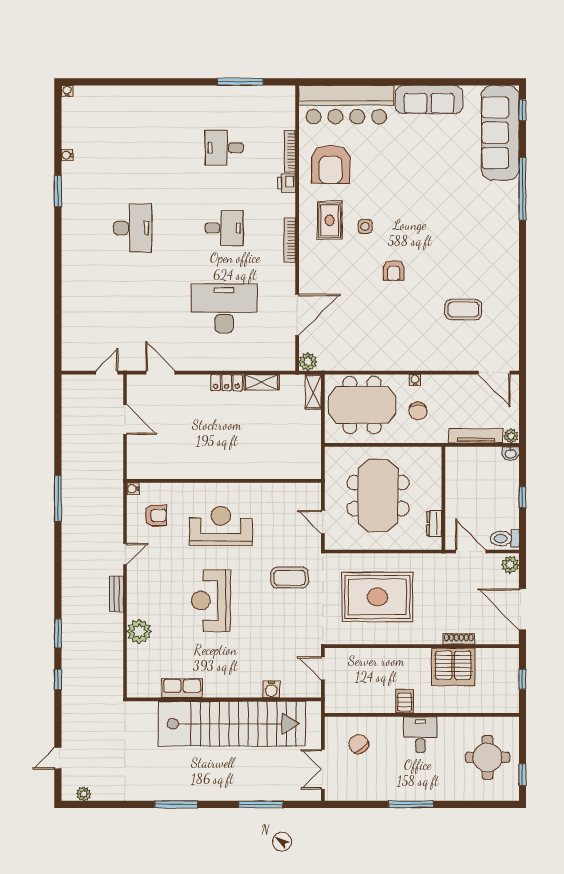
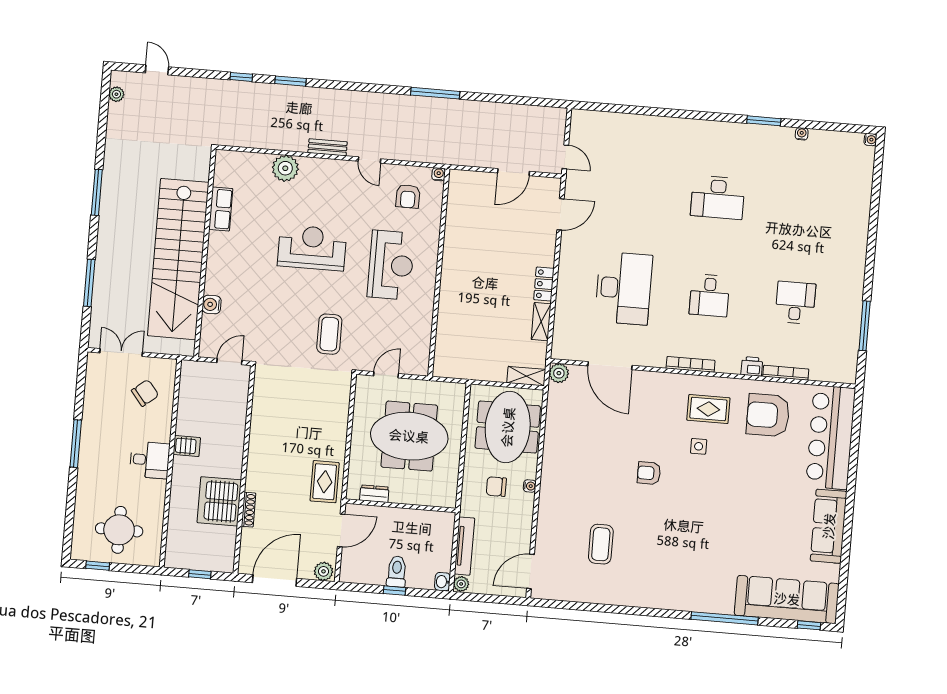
toilet: (505, 538) -> (397, 572), moved
rug: (377, 597) -> (325, 482), moved, width x0.54, depth x0.49

